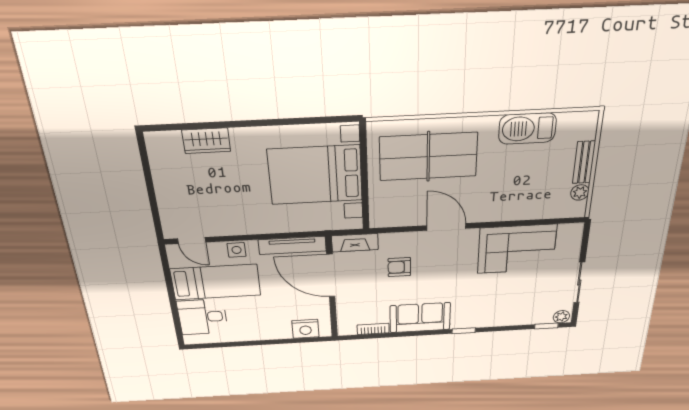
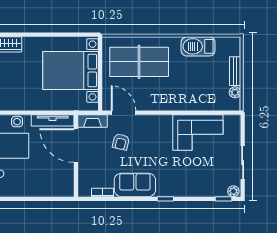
door: (446, 227) -> (124, 113), moved
armchair: (399, 267) -> (121, 142), turned -77
nightstand: (305, 329) -> (56, 189), removed

